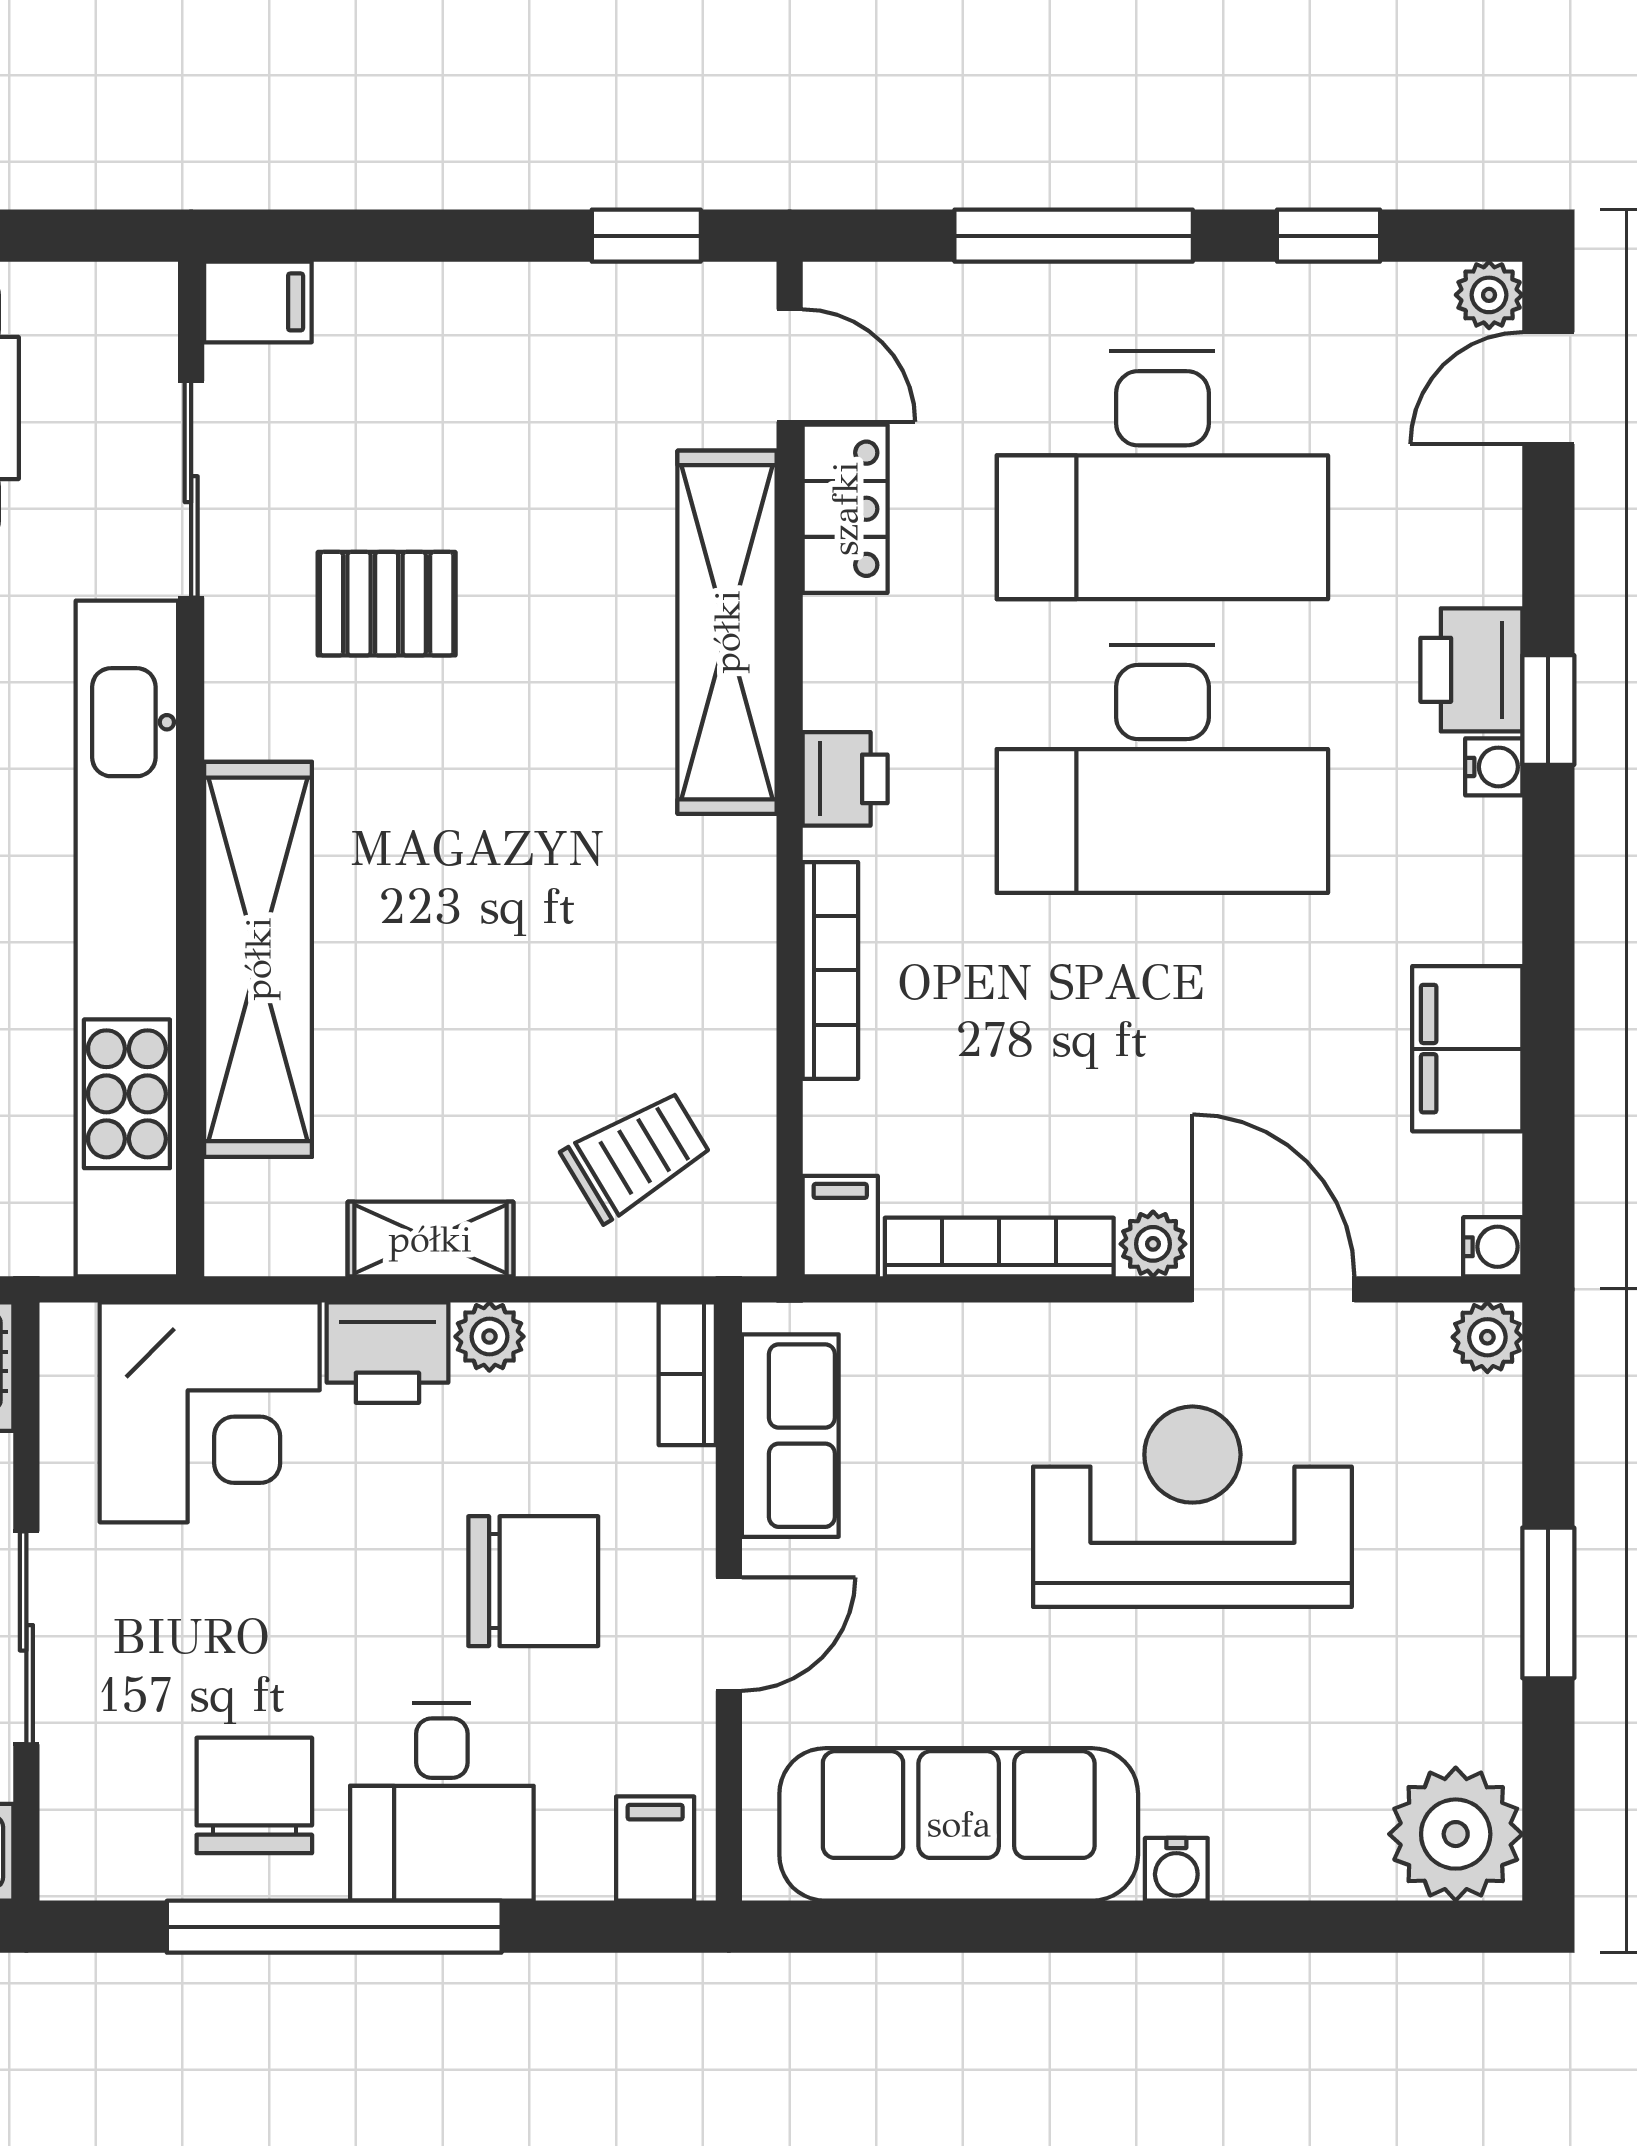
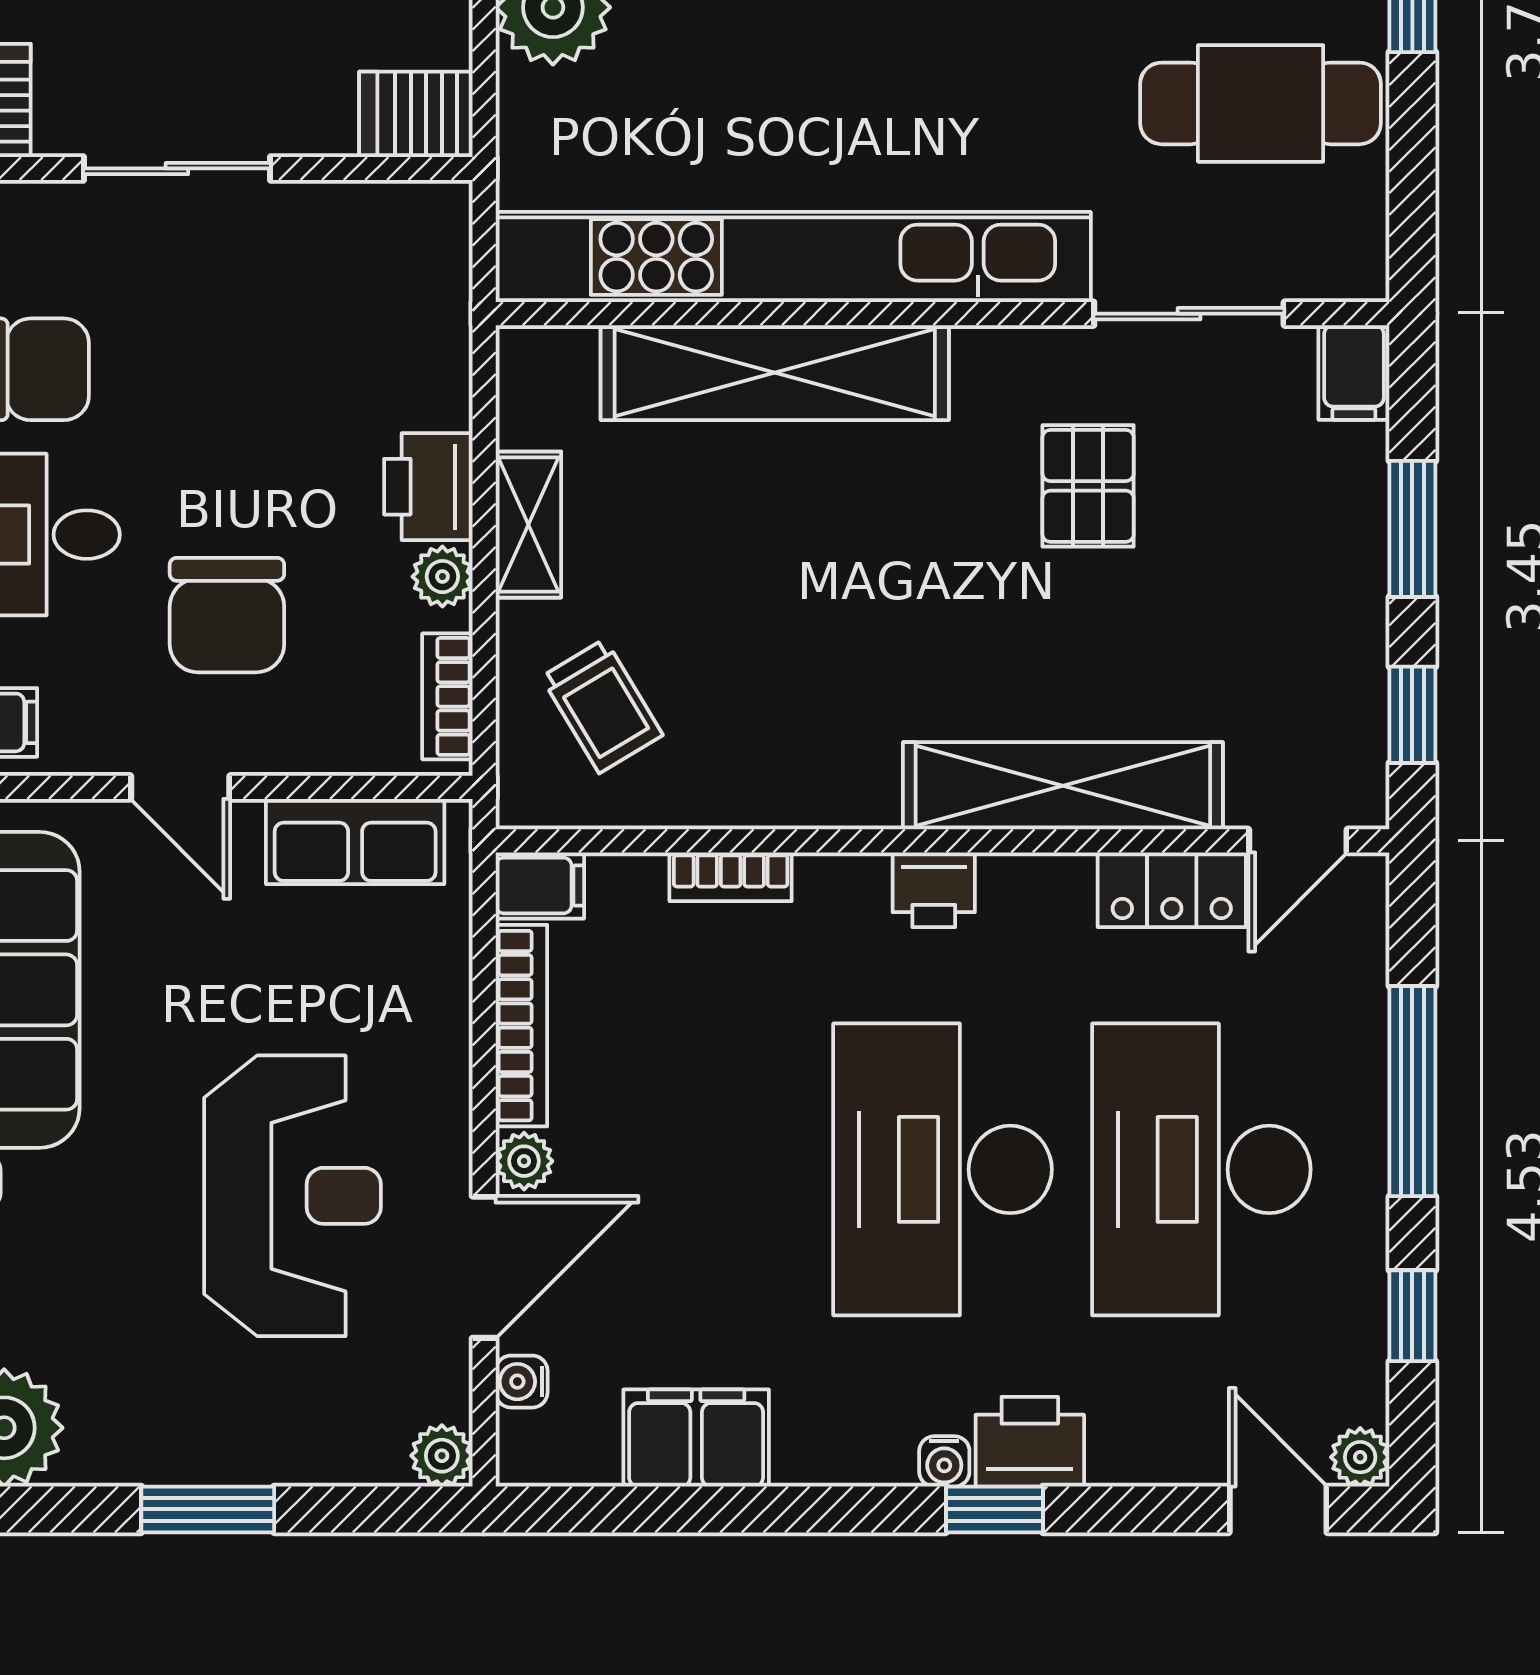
window: (435, 236) -> (1412, 529), added
bookcase: (830, 970) -> (731, 877), width x0.64
water cooler: (1493, 1247) -> (522, 1382), moved, turned 90
bookcase: (687, 1374) -> (447, 696), moved, turned -90
corner desk: (210, 1412) -> (376, 330), removed

